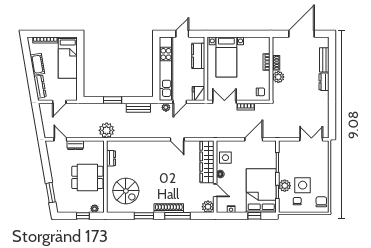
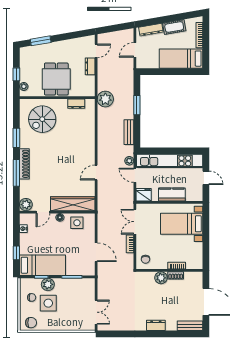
kitchen counter: (198, 56) -> (172, 194), moved
bench: (324, 60) -> (190, 326), moved
door: (59, 102) -> (135, 50), hinge flipped
double door: (224, 102) -> (135, 222), swing flipped
bed: (261, 191) -> (43, 265), width x0.67

